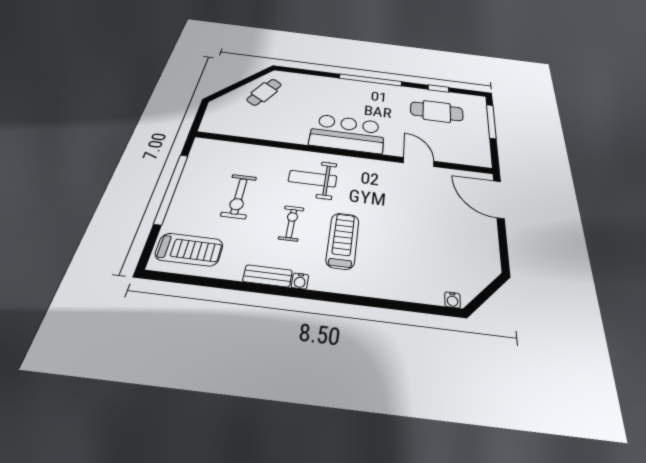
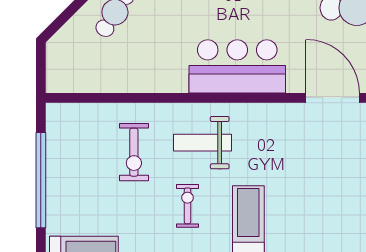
door: (419, 162) -> (333, 98), width x1.36
exercise bike: (239, 196) -> (134, 152), moved

